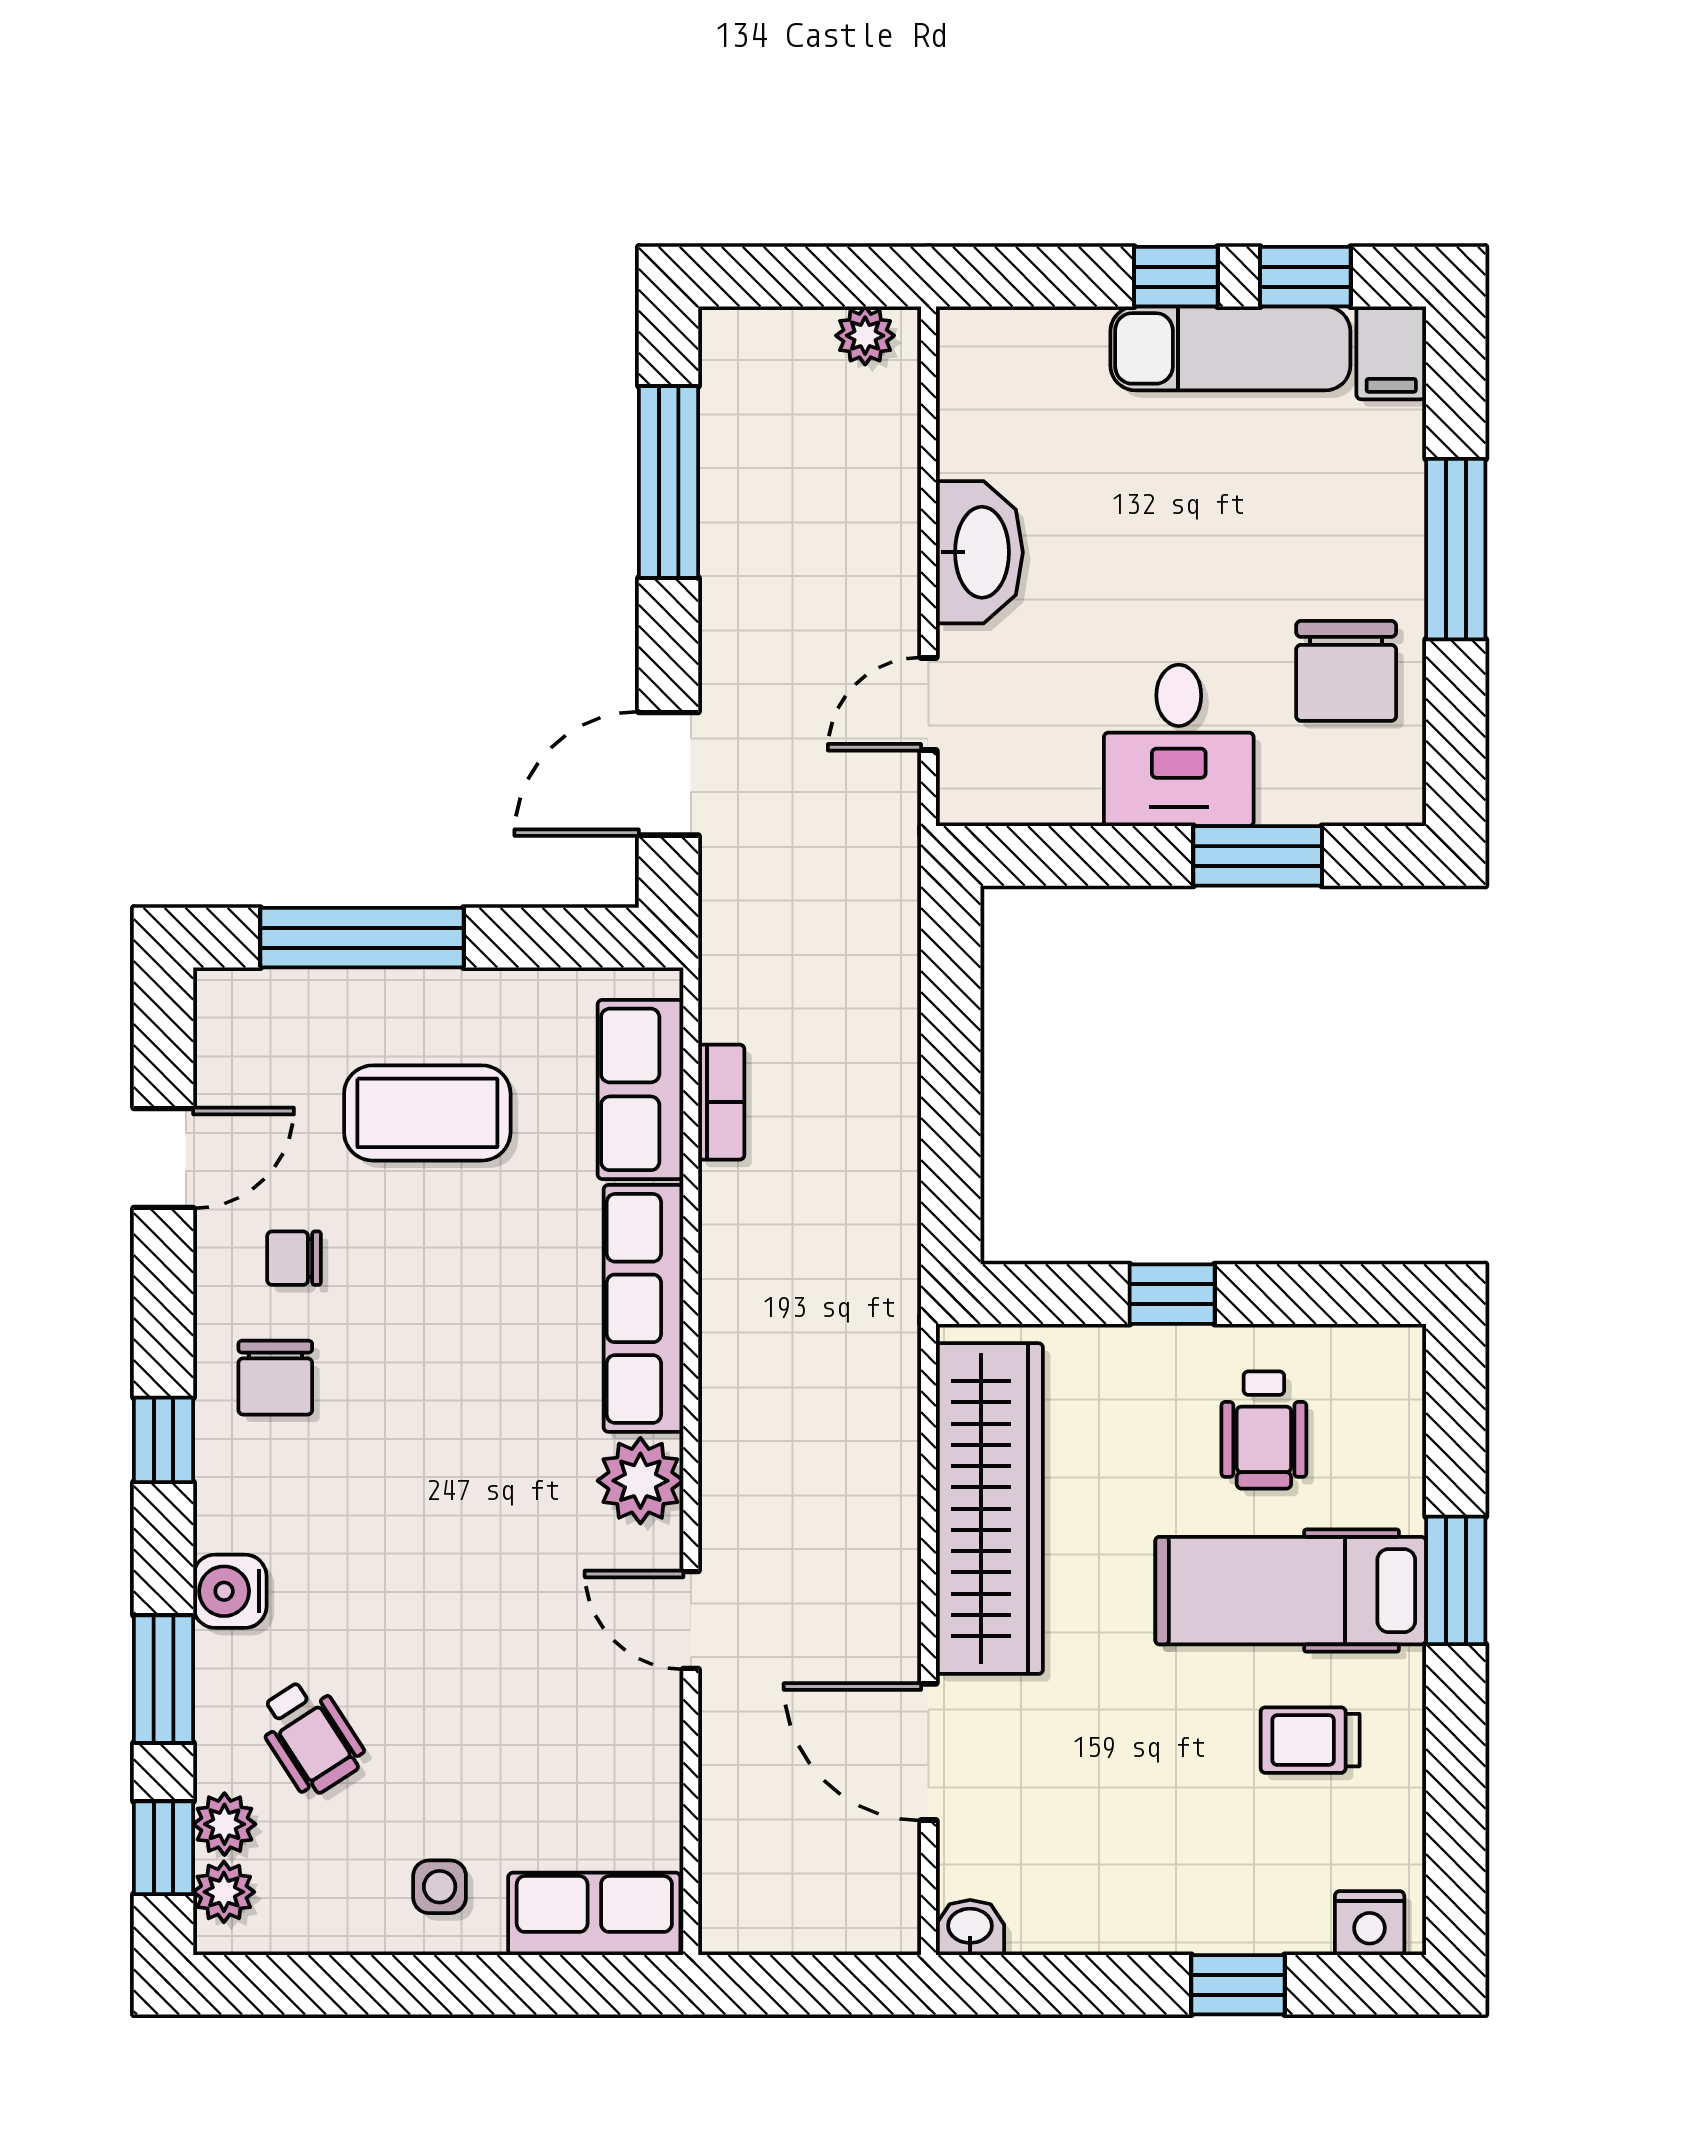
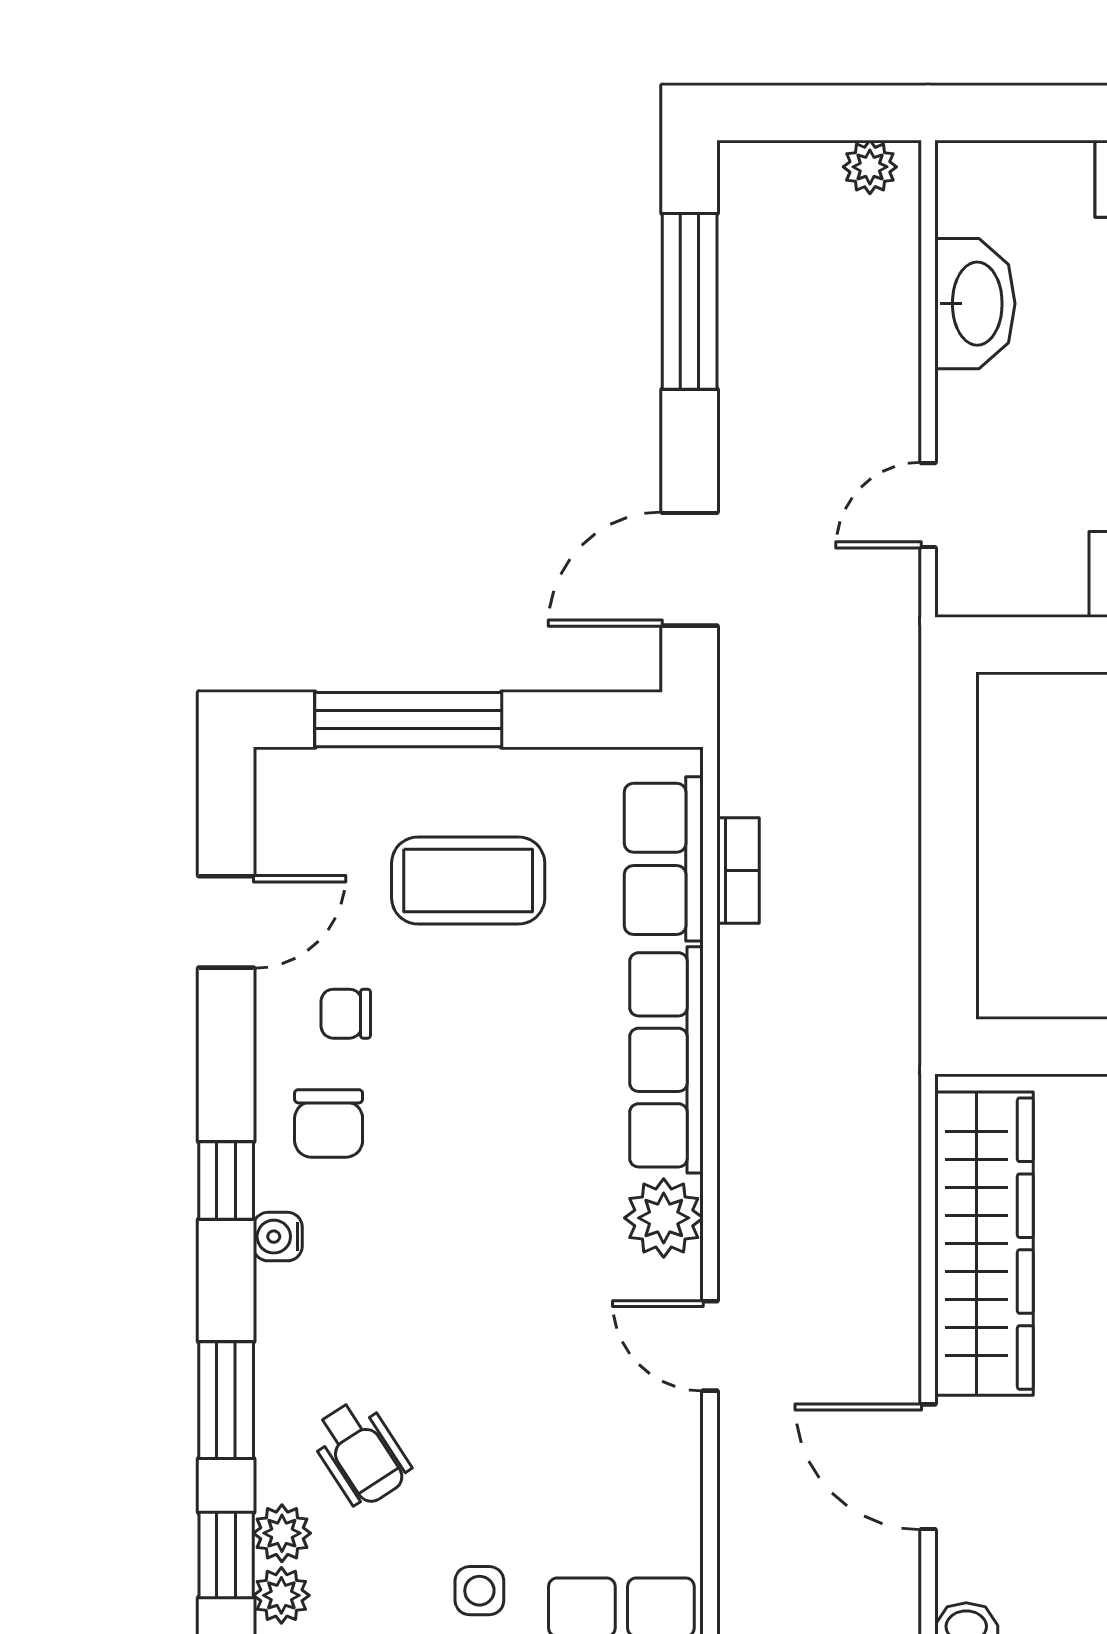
washbasin: (979, 552) -> (975, 304), moved
water cooler: (230, 1591) -> (278, 1237), moved, width x0.72, depth x0.72

